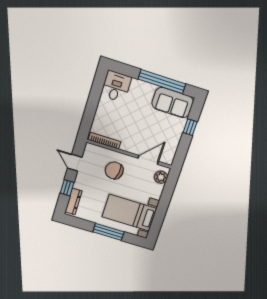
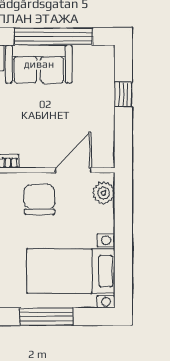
sofa: (173, 103) -> (39, 64), moved
chair: (114, 170) -> (39, 200), moved, turned 82

